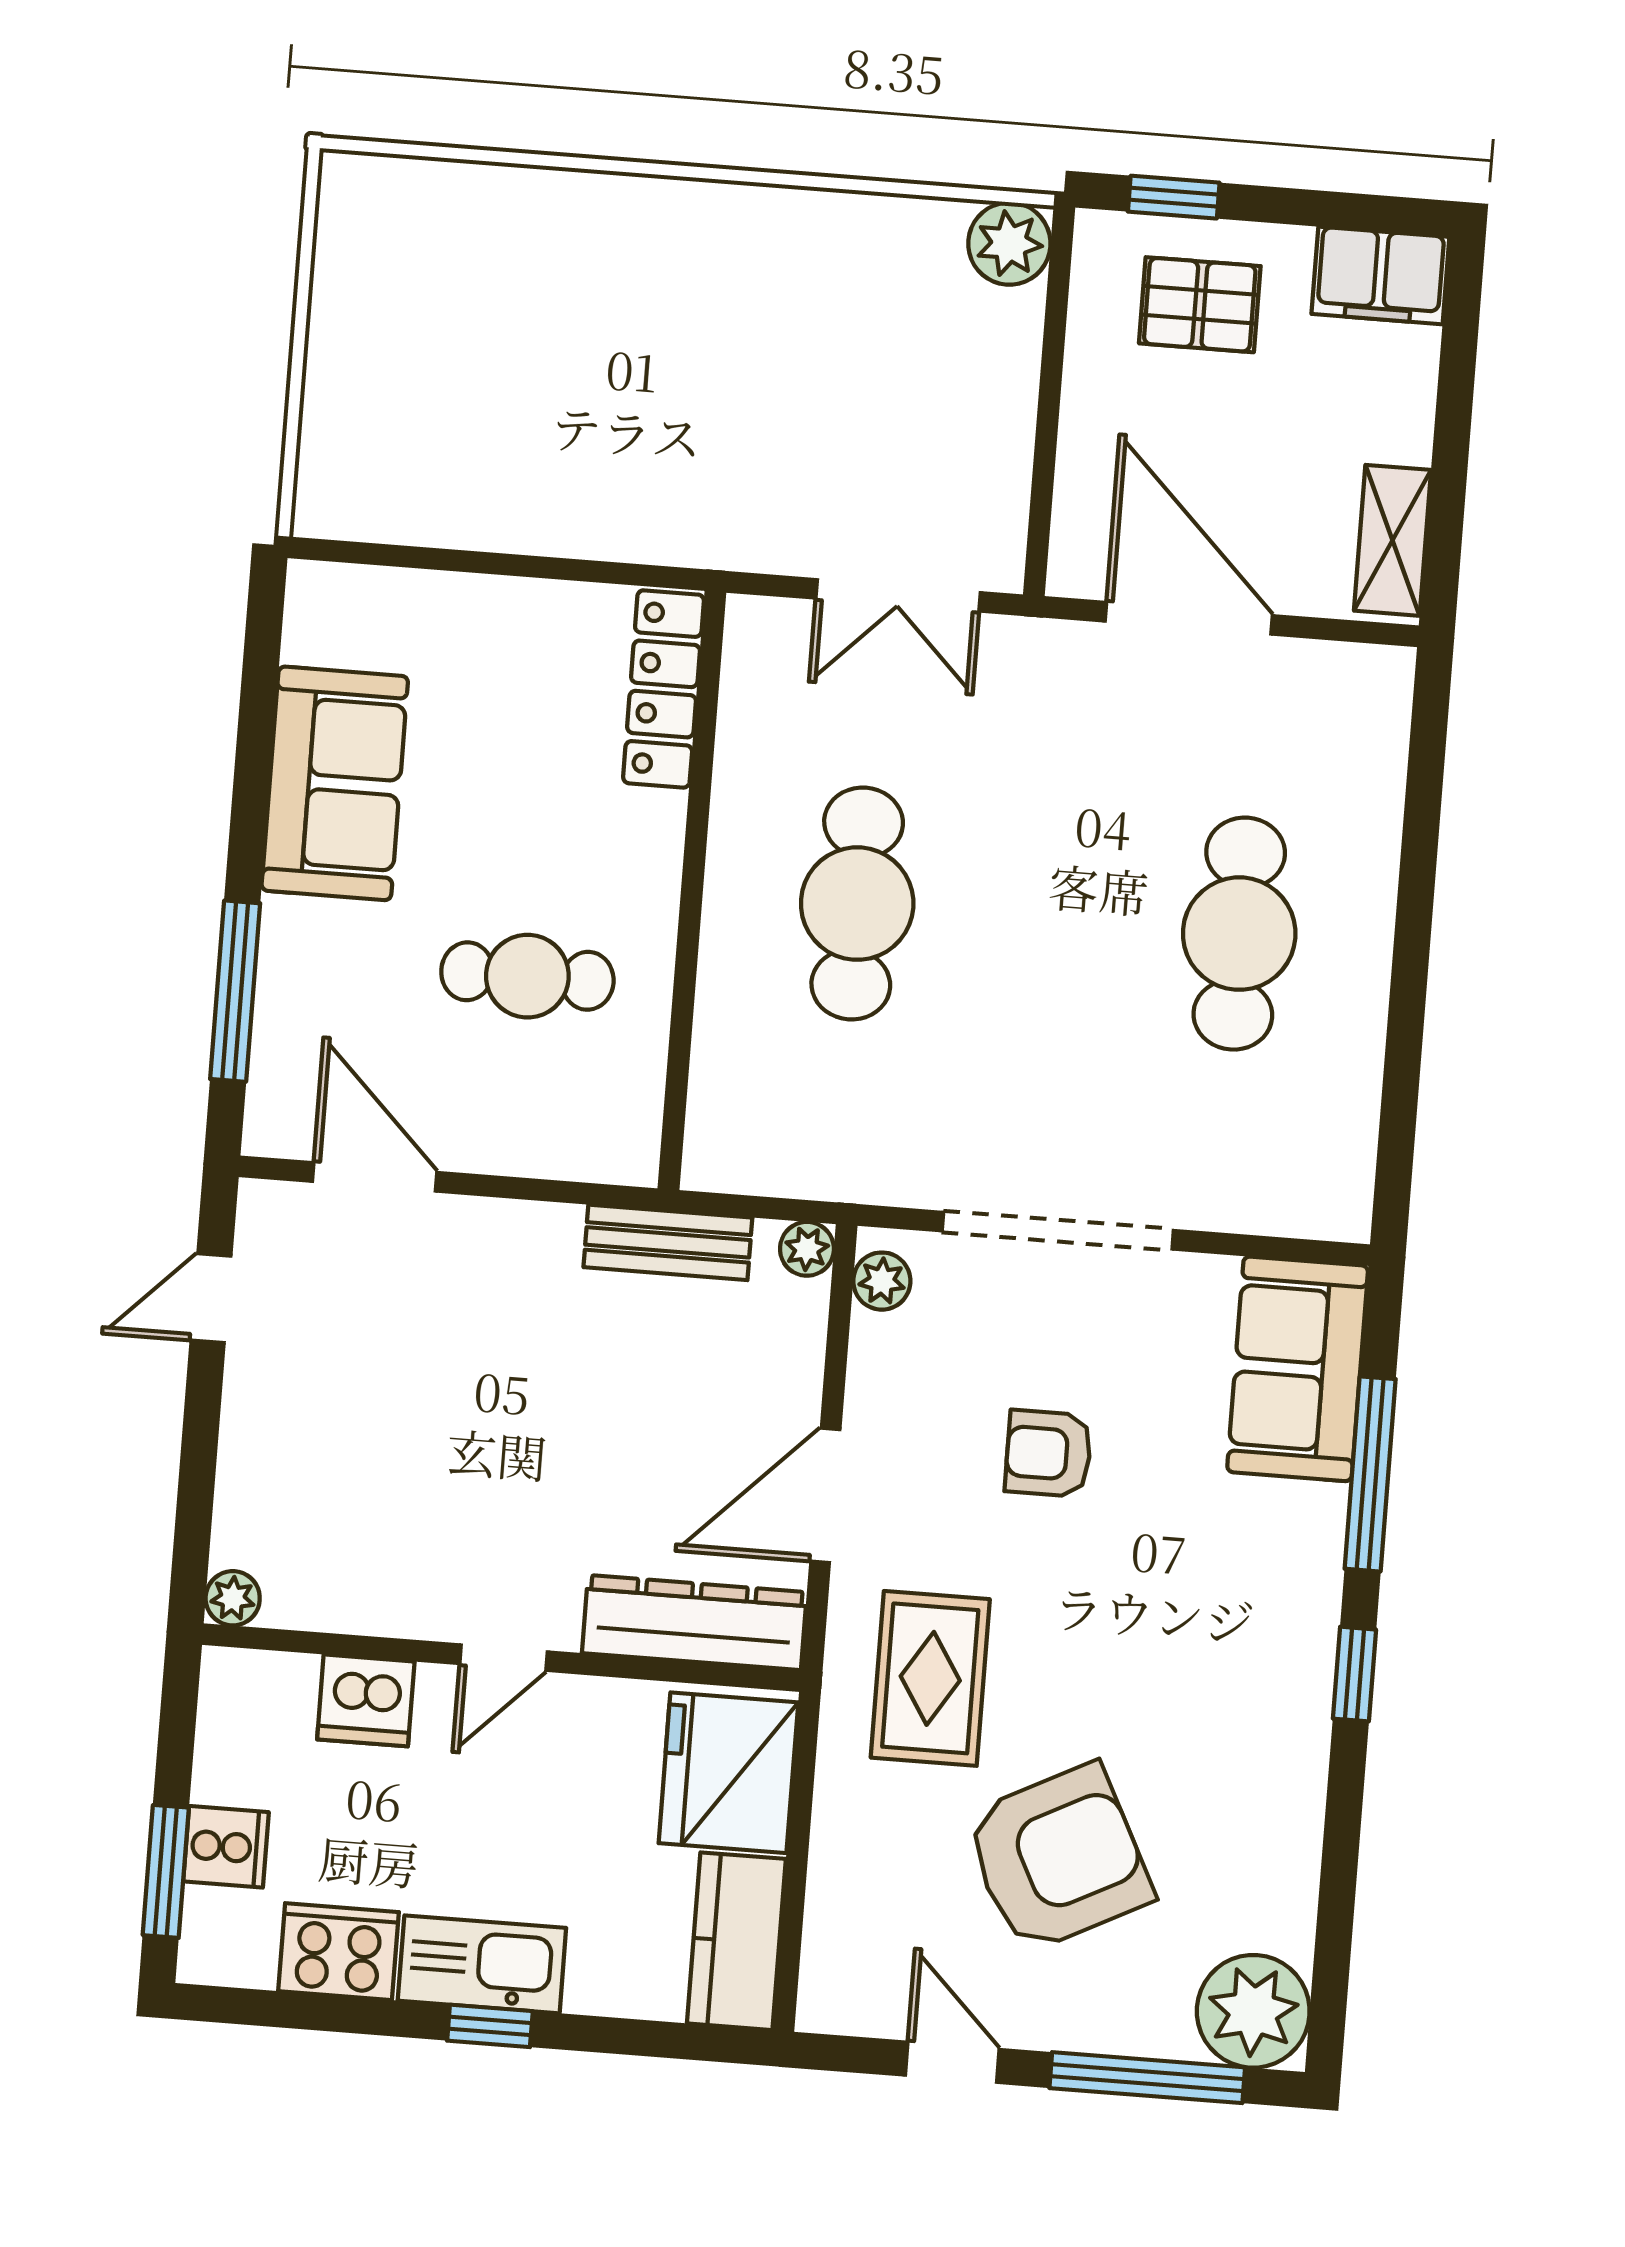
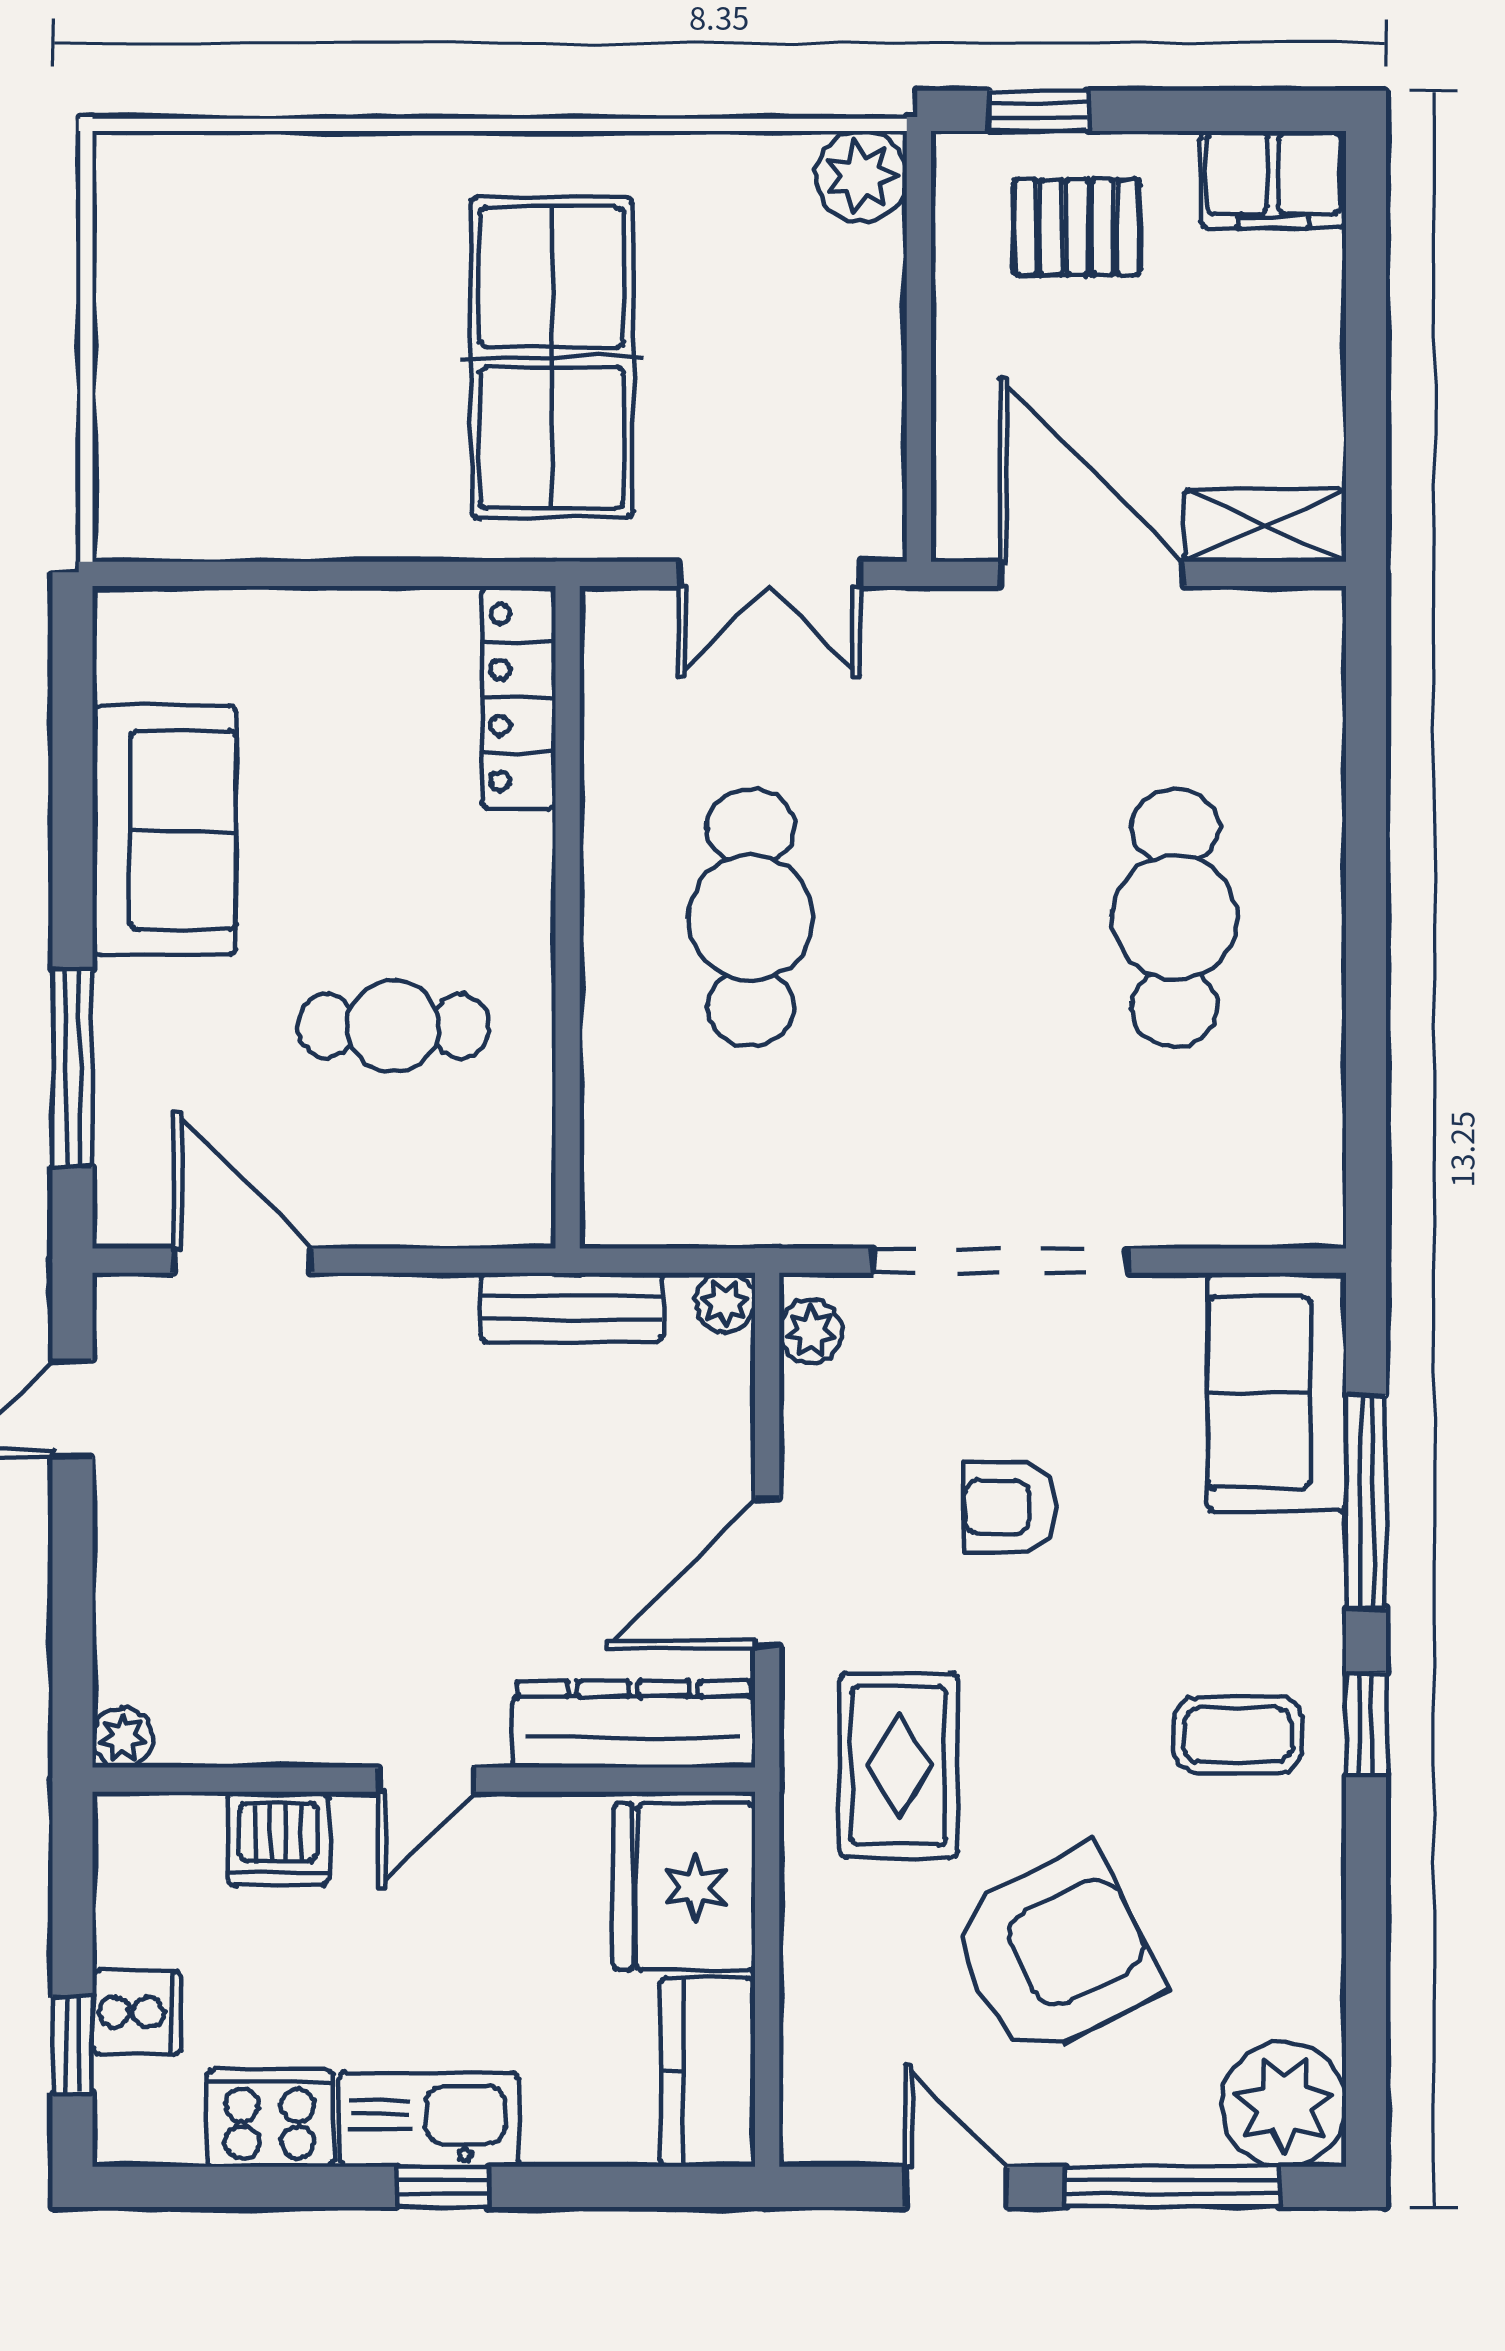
table tennis table: (718, 385) -> (552, 358), added
shelving: (1392, 540) -> (1265, 526), moved, turned 90
coffee table: (1238, 1675) -> (1238, 1735), added
window: (166, 1871) -> (72, 2045), width x0.67

